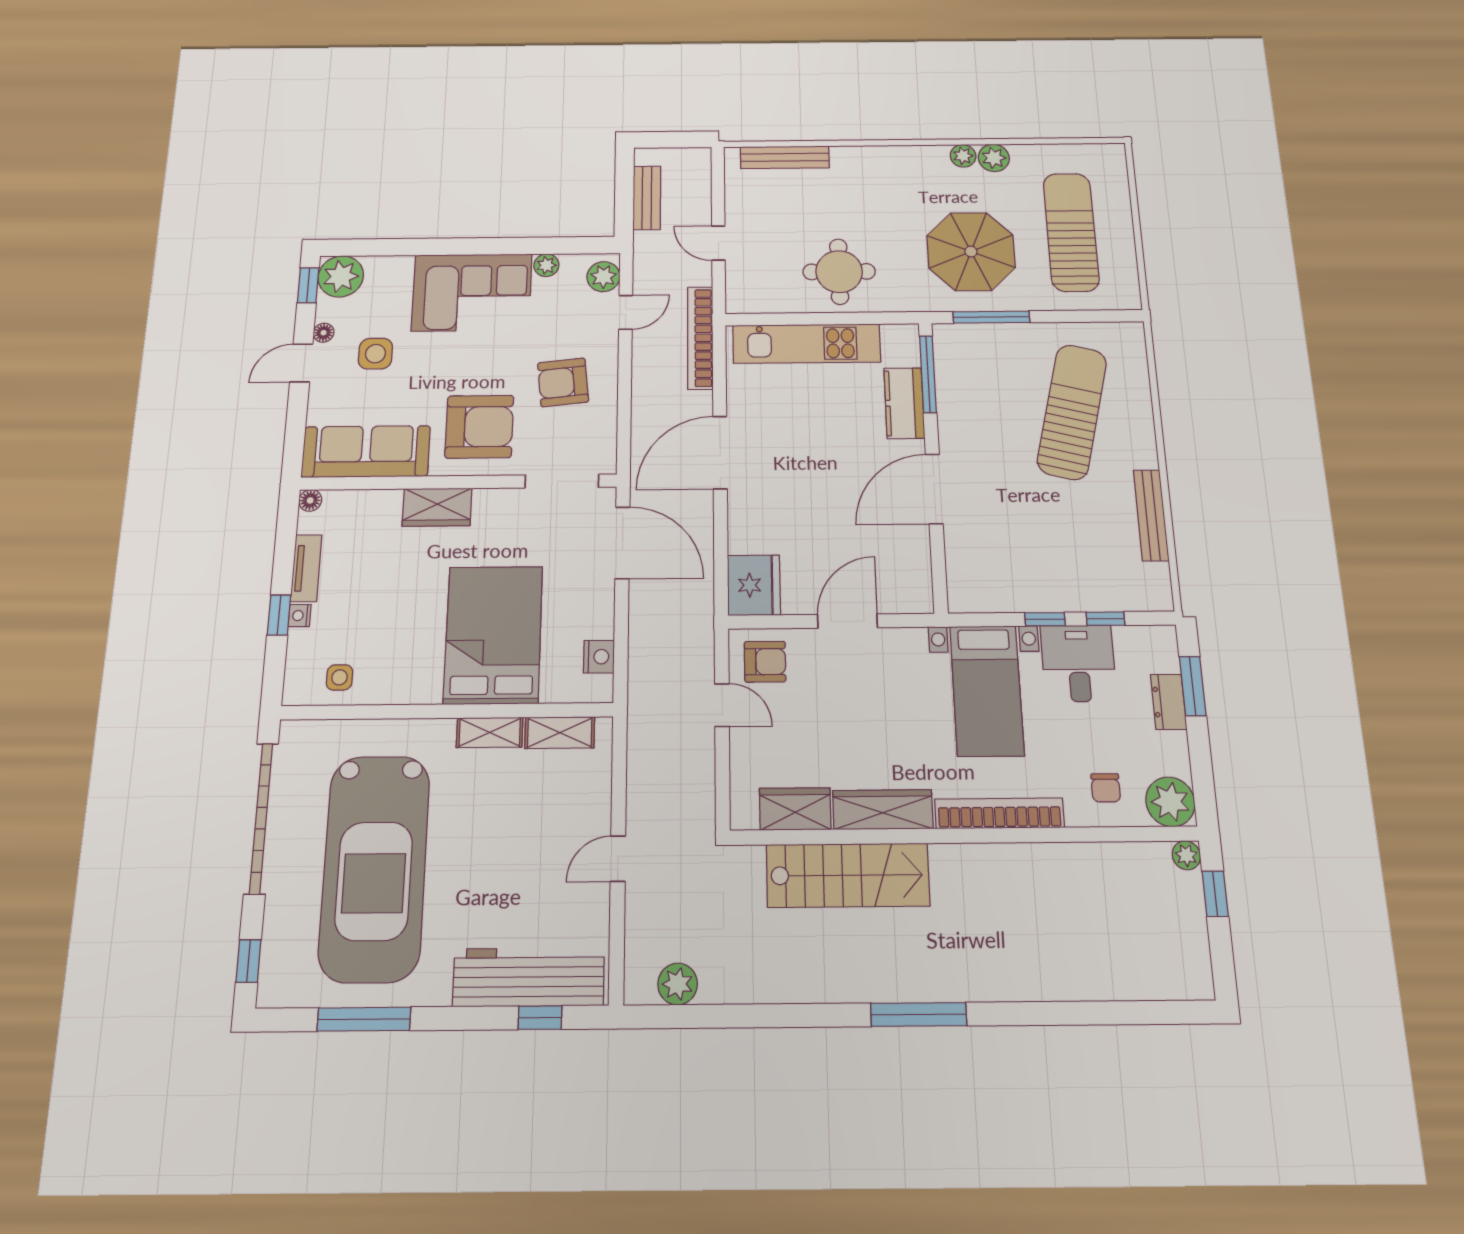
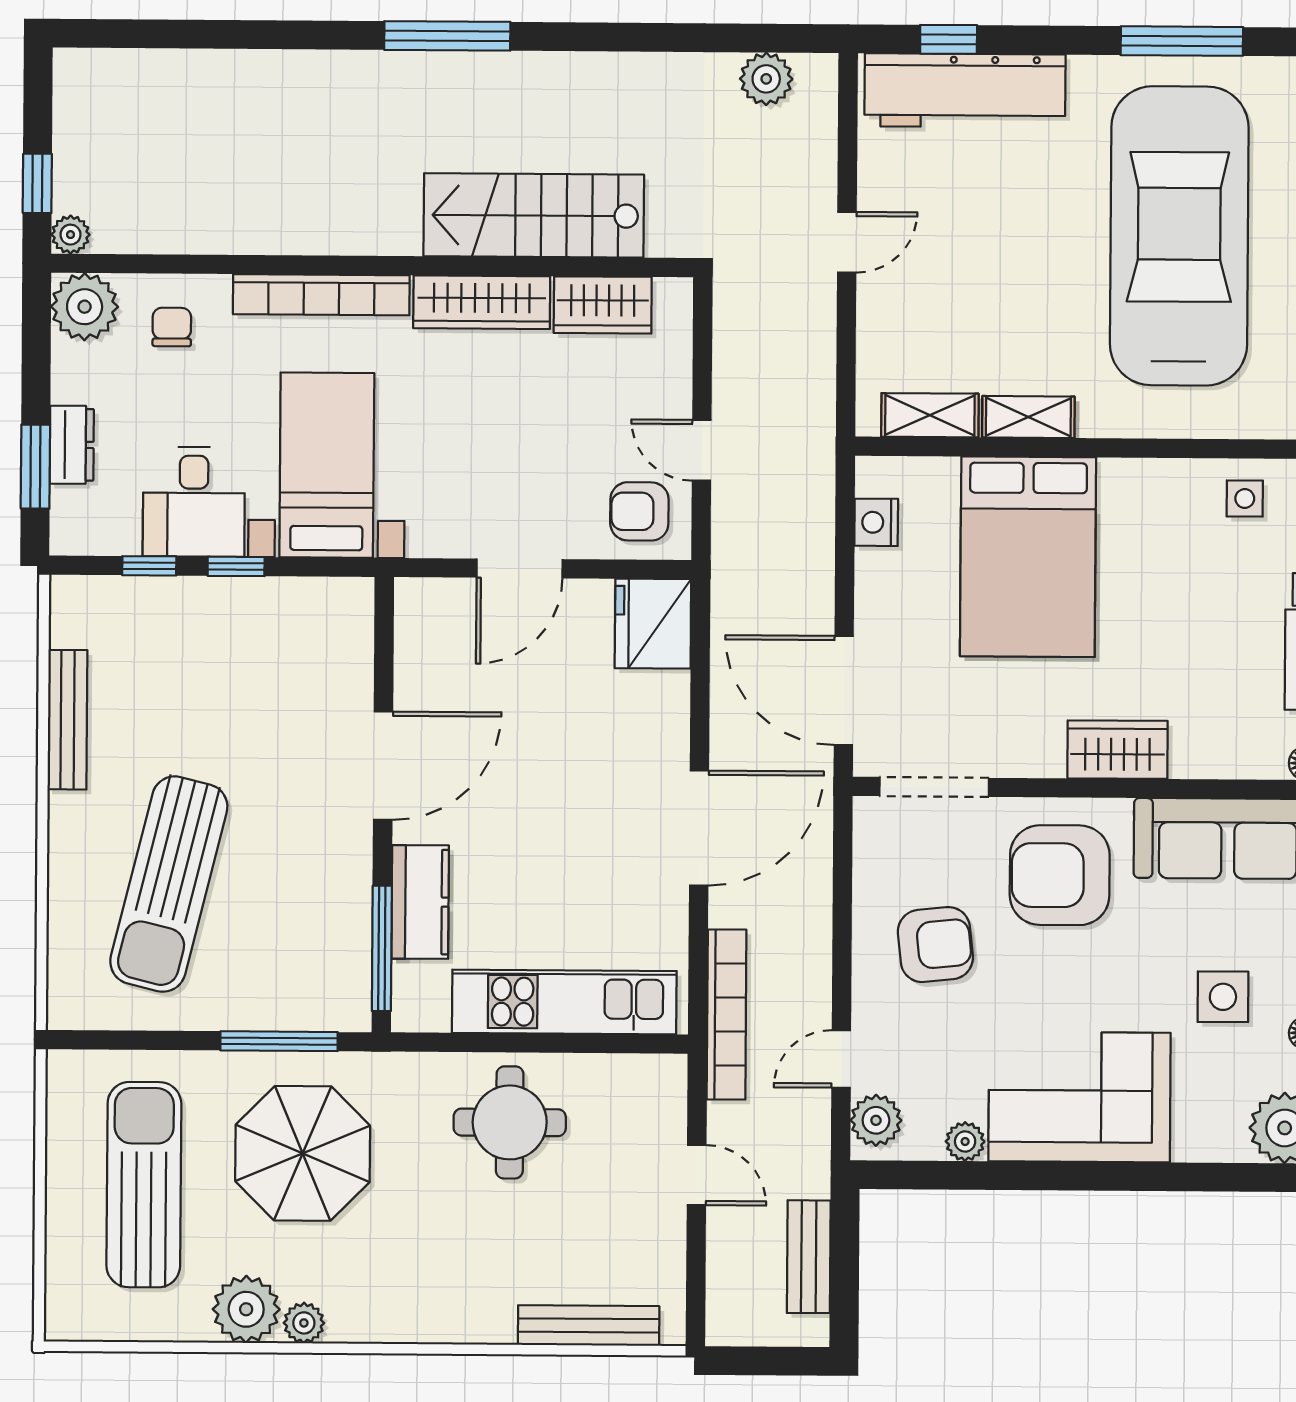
plant: (994, 158) -> (246, 1309), width x1.36, depth x1.36
sun lounger: (1071, 232) -> (144, 1185), turned 180

